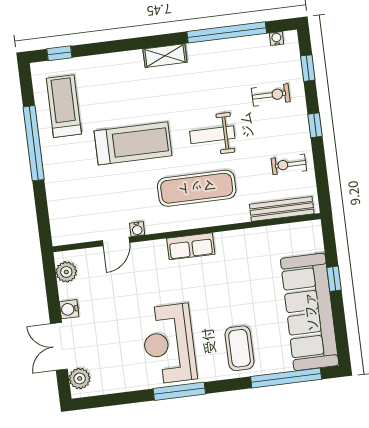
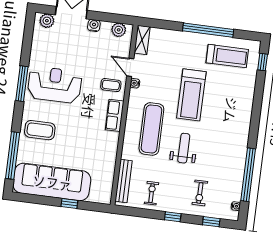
shelving: (165, 56) -> (142, 40), moved
coffee table: (148, 263) -> (111, 85), added

